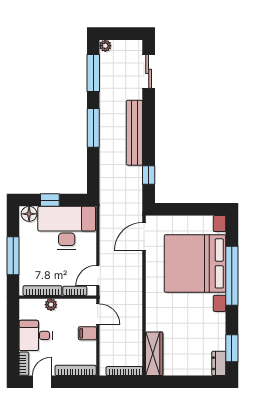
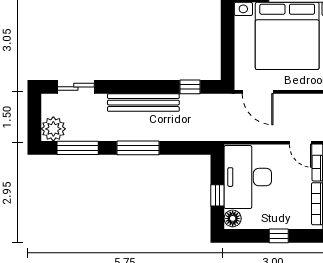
plant: (105, 46) -> (53, 129), width x1.88, depth x1.88
window: (13, 256) -> (279, 236), width x0.46

